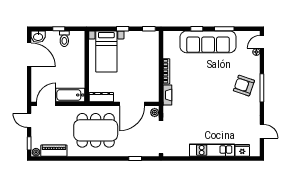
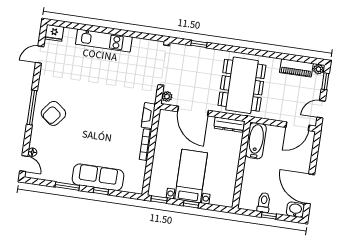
sofa: (208, 42) -> (98, 177), width x0.74, depth x0.79
door: (262, 42) -> (24, 164), hinge flipped
bed with nightstands: (106, 51) -> (191, 176), moved
armchair: (244, 86) -> (53, 113), turned 109
bathtub: (70, 95) -> (256, 141), moved, turned -90
door: (132, 104) -> (193, 111), swing flipped
door: (29, 120) -> (321, 109), swing flipped
dining table: (96, 130) -> (242, 85), turned 90
door: (262, 131) -> (40, 55), hinge flipped
fridge: (242, 150) -> (54, 33), moved

